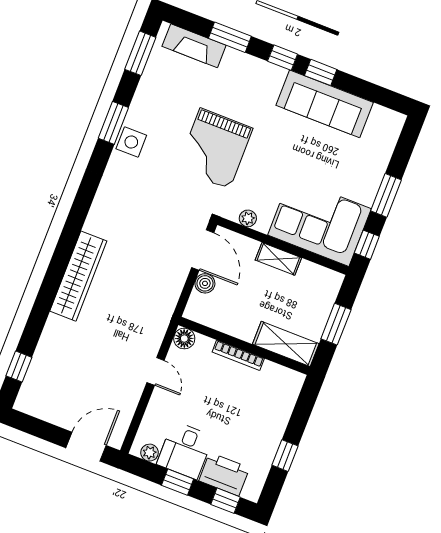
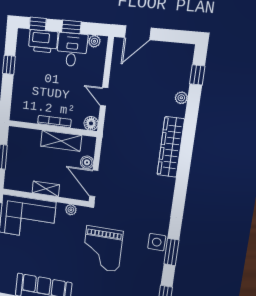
grand piano: (215, 148) -> (103, 249), turned 180
plant: (47, 341) -> (181, 98), added
shelving: (286, 344) -> (61, 141), moved

